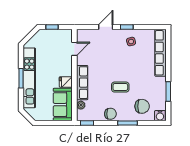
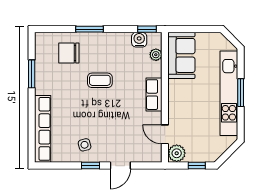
plant: (66, 36) -> (177, 153), added
door: (74, 49) -> (165, 134), hinge flipped
fridge: (66, 82) -> (177, 88), removed
row of seats: (82, 83) -> (154, 95), width x0.68
chair: (110, 114) -> (114, 42), removed
water cooler: (160, 116) -> (139, 40), moved

